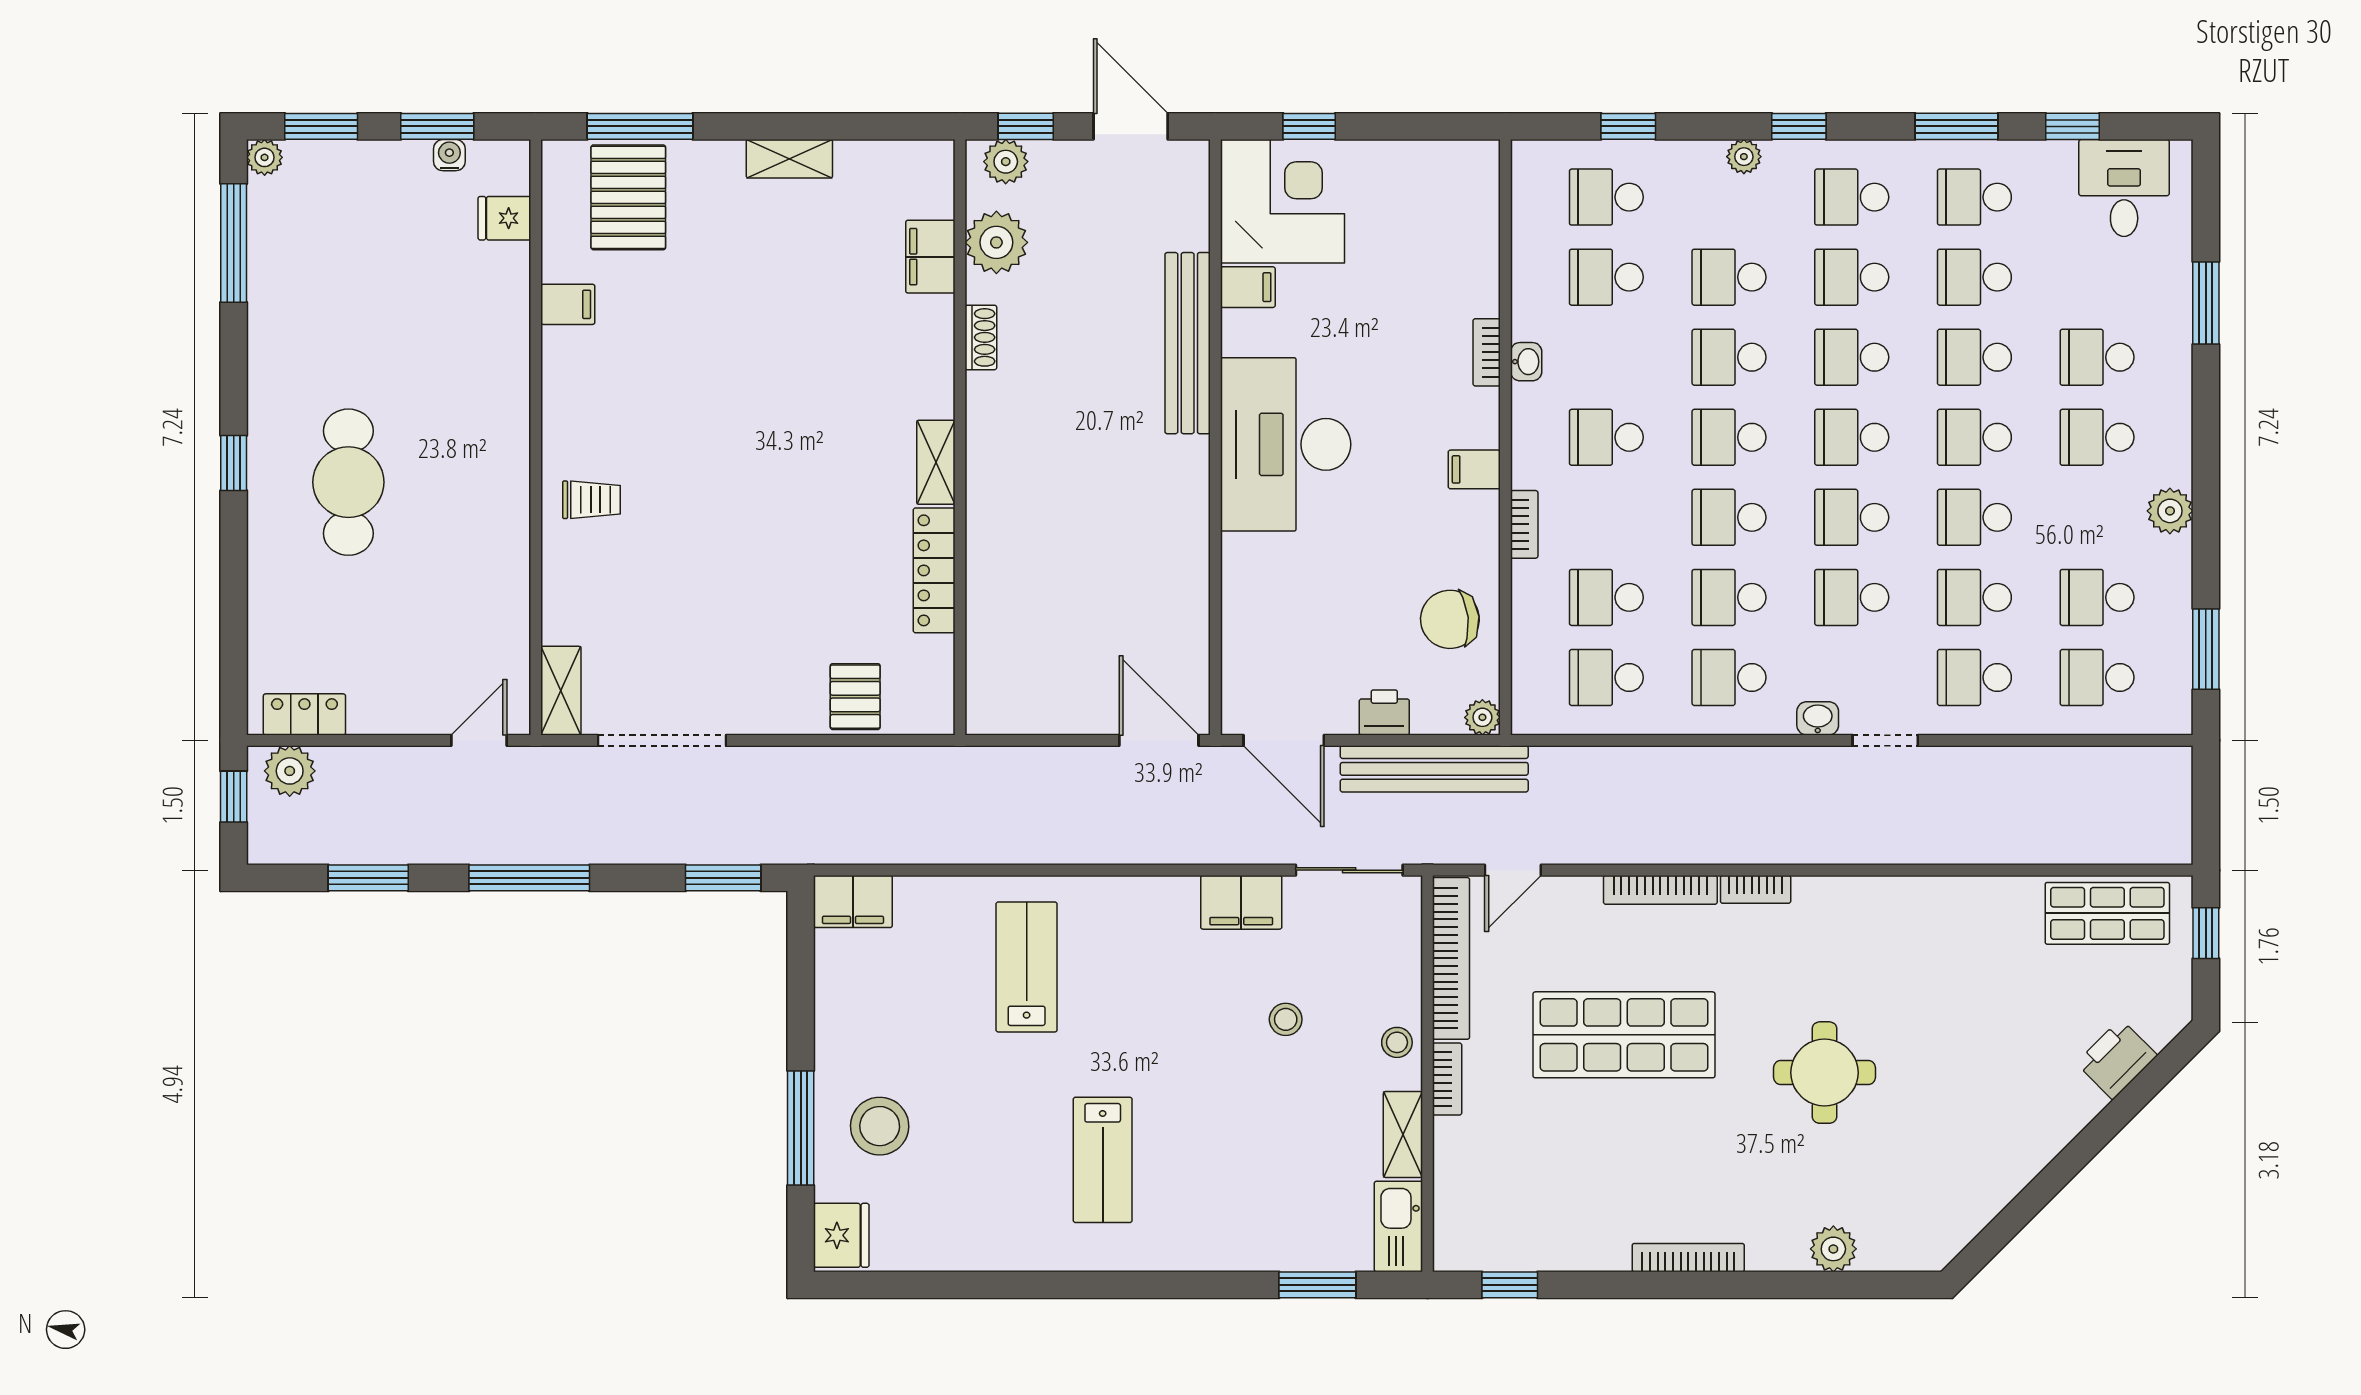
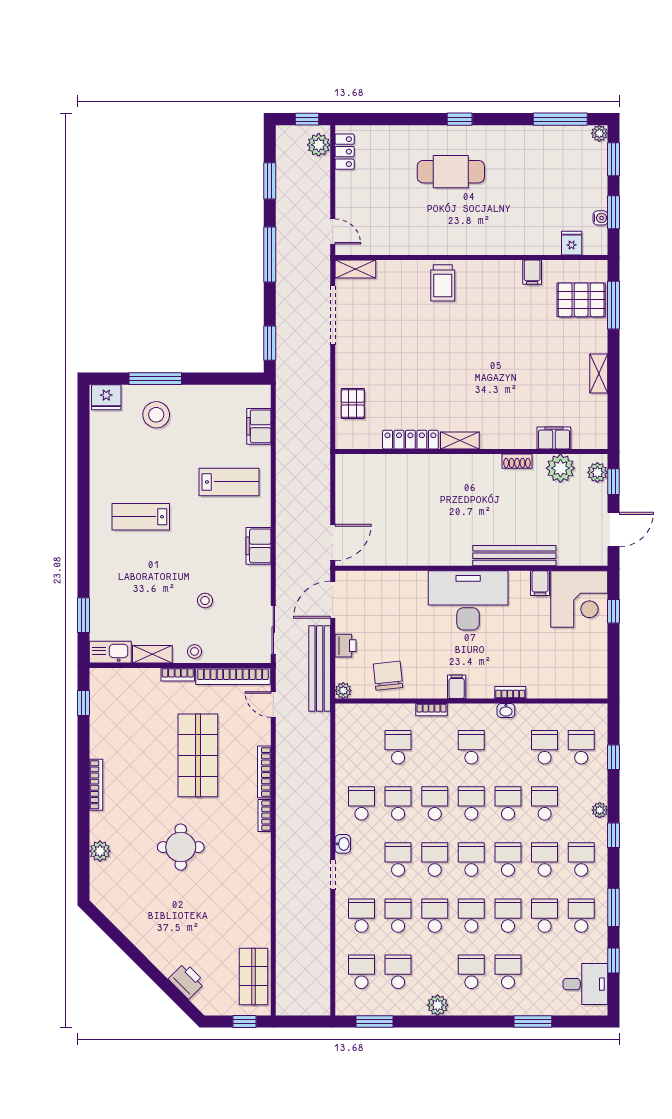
trolley: (592, 500) -> (443, 283), width x1.36, depth x1.39
school desk: (1606, 677) -> (361, 747), removed
pallet: (855, 697) -> (353, 404), turned 90
filing cabinet: (853, 902) -> (259, 426), moved
filing cabinet: (1241, 902) -> (259, 546), moved

